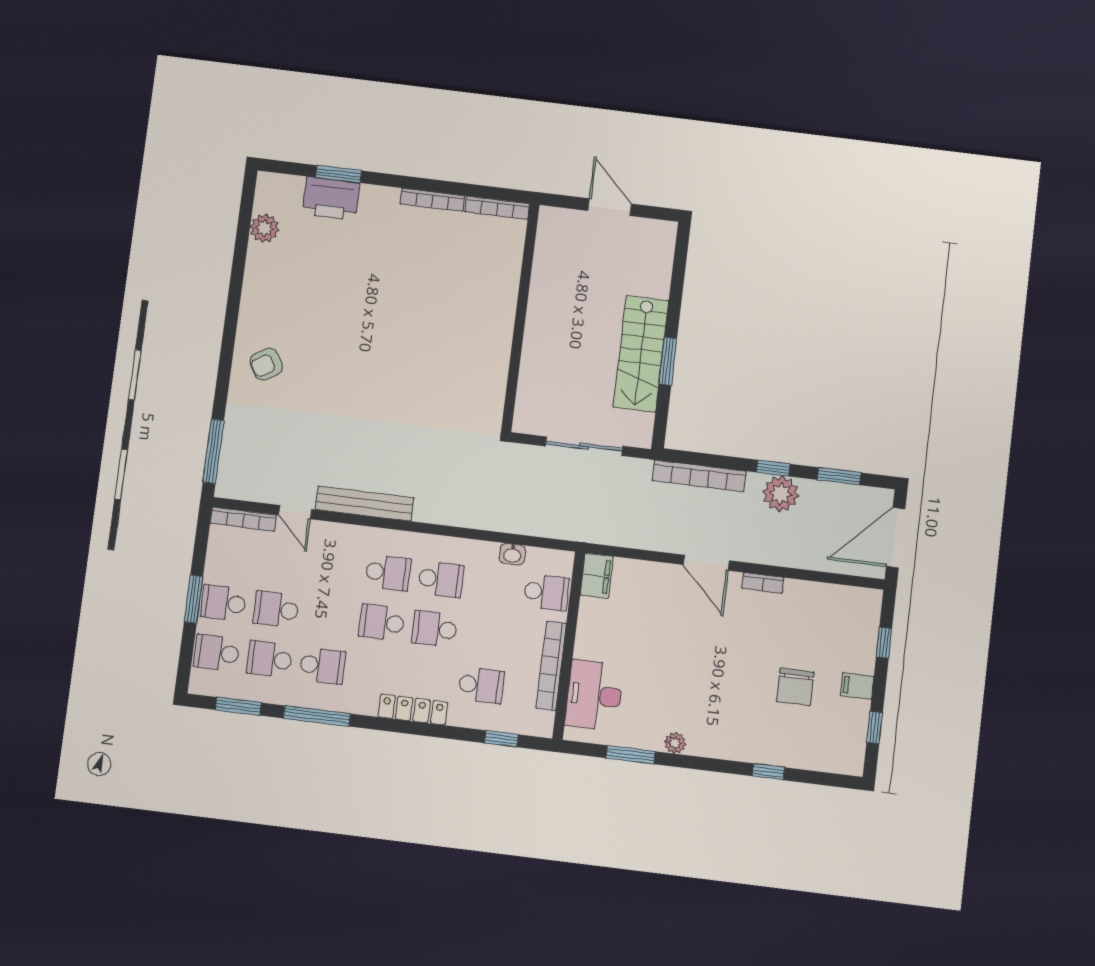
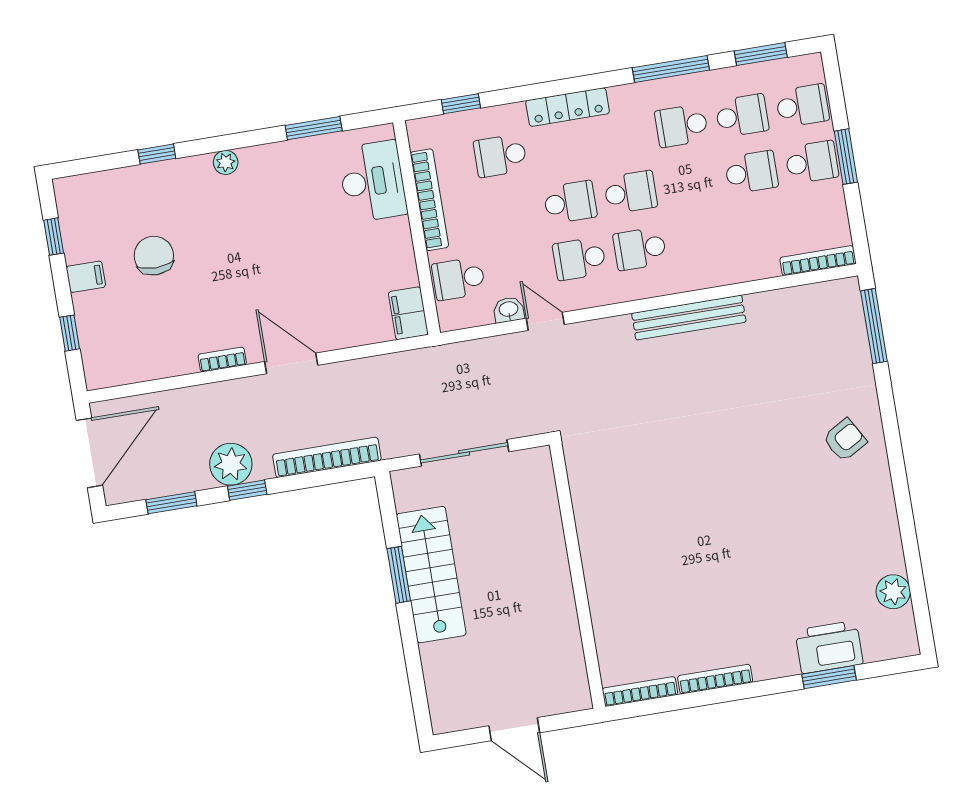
door: (295, 512) -> (545, 321), moved
plant: (675, 743) -> (226, 162), moved

